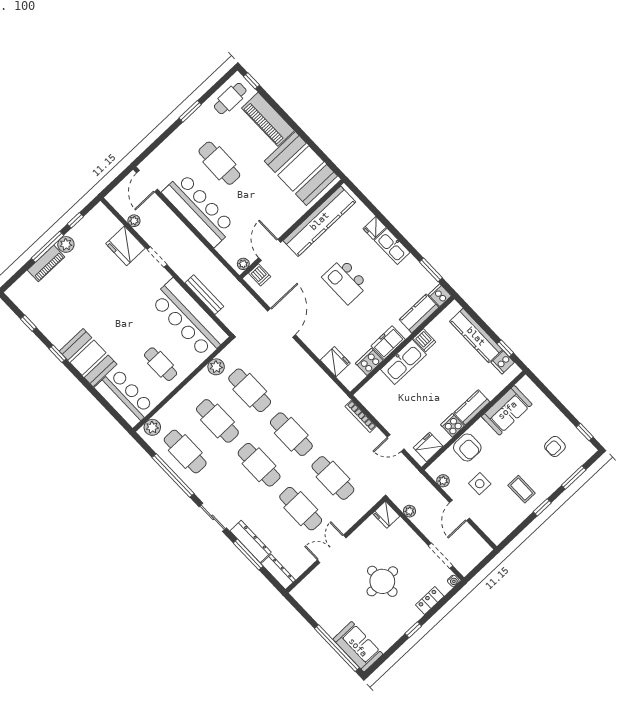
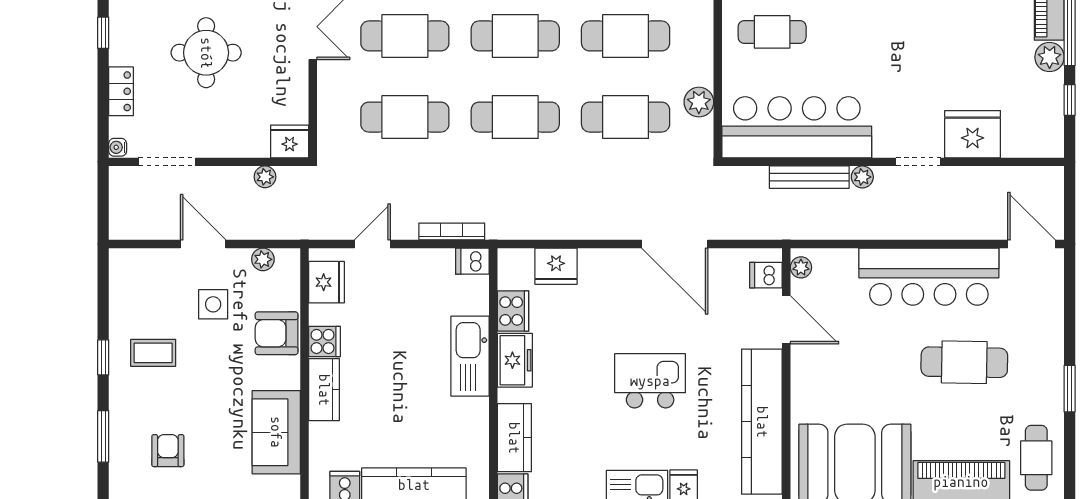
plant: (134, 221) -> (862, 177), moved
dishwasher: (424, 340) -> (472, 261), moved

